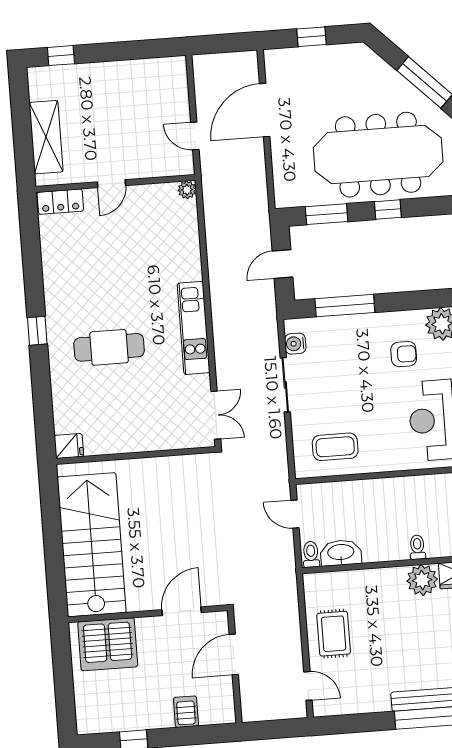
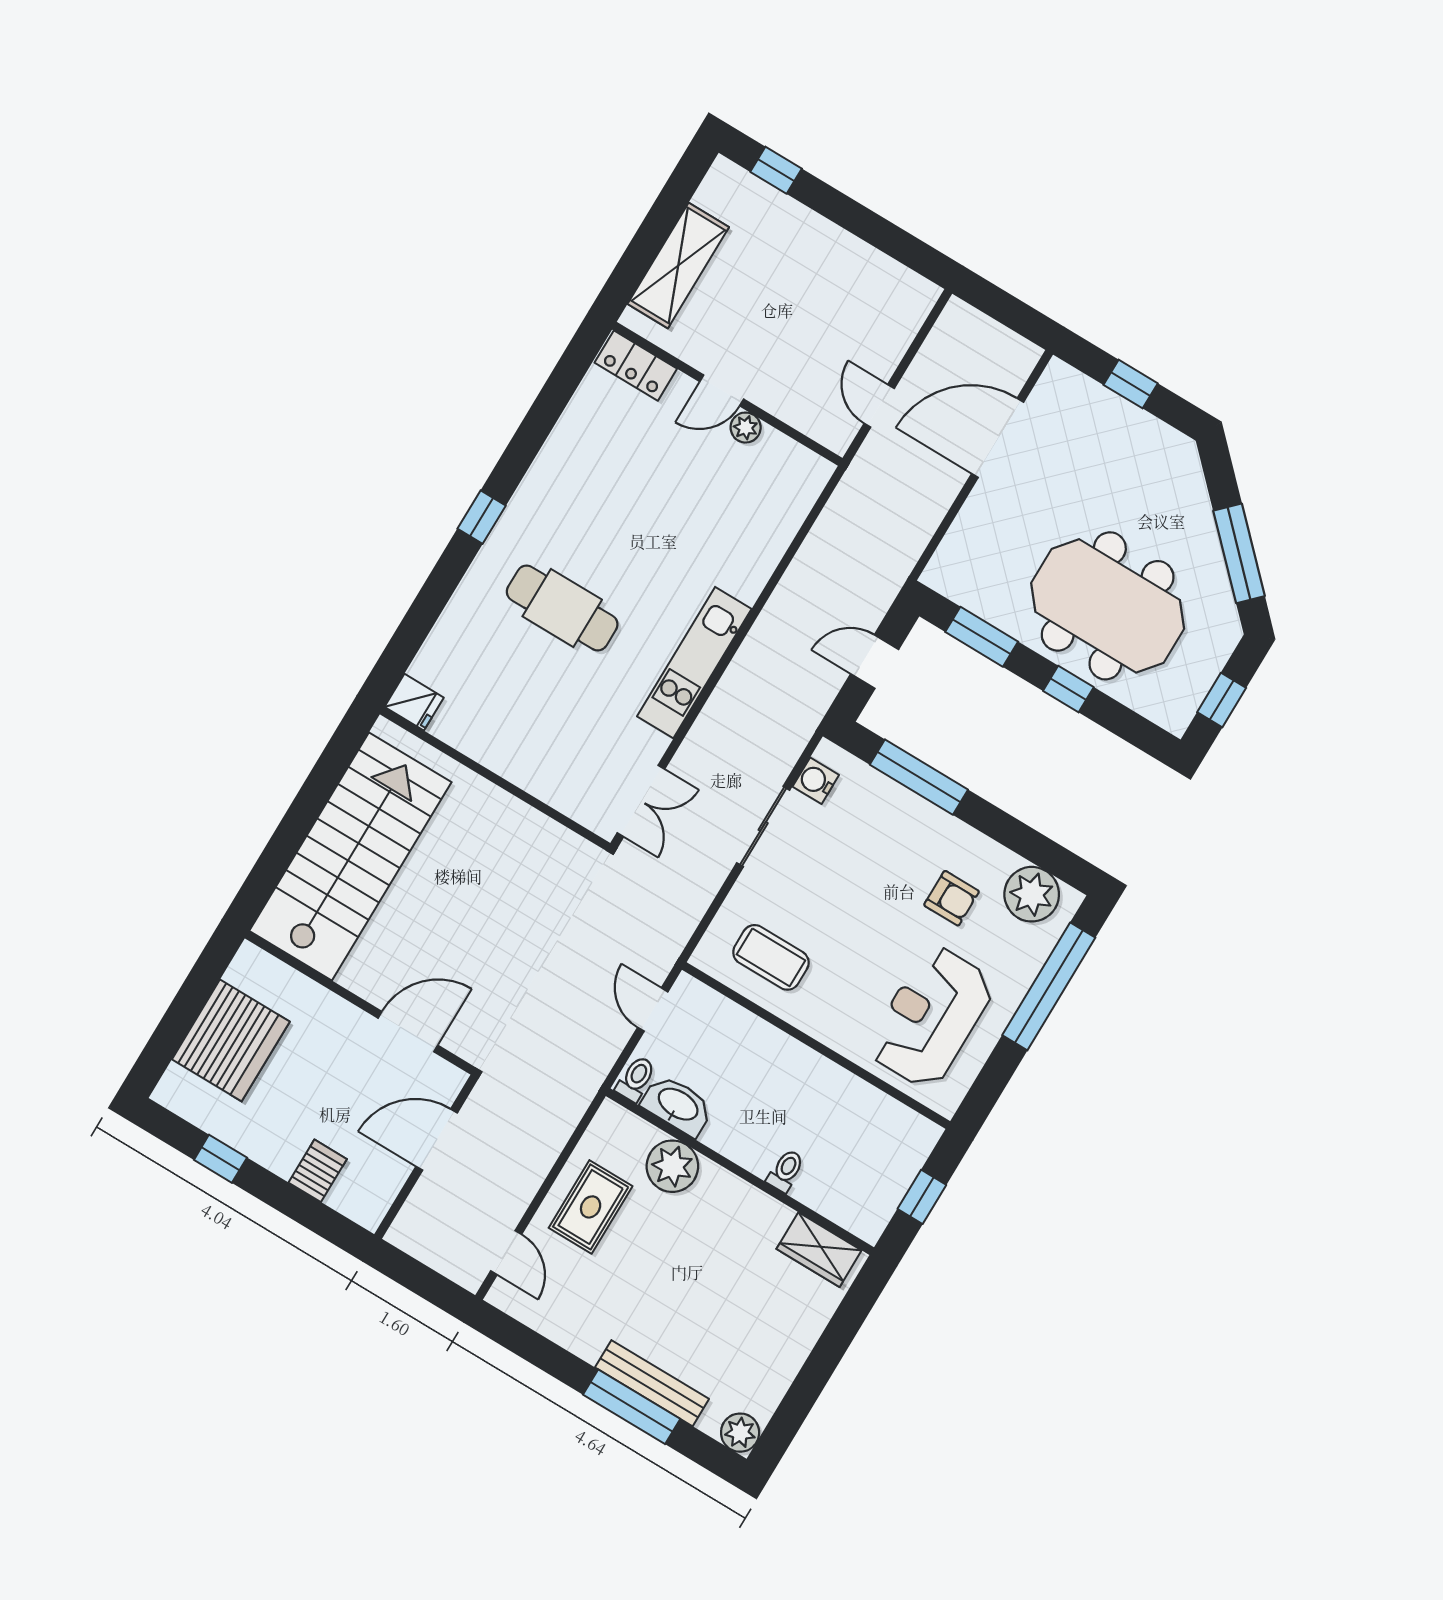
meeting table: (378, 155) -> (1108, 606), width x0.73
plant: (187, 190) -> (746, 428), moved
plant: (422, 580) -> (672, 1166), moved
server rack: (108, 644) -> (231, 1040), moved, turned -90

